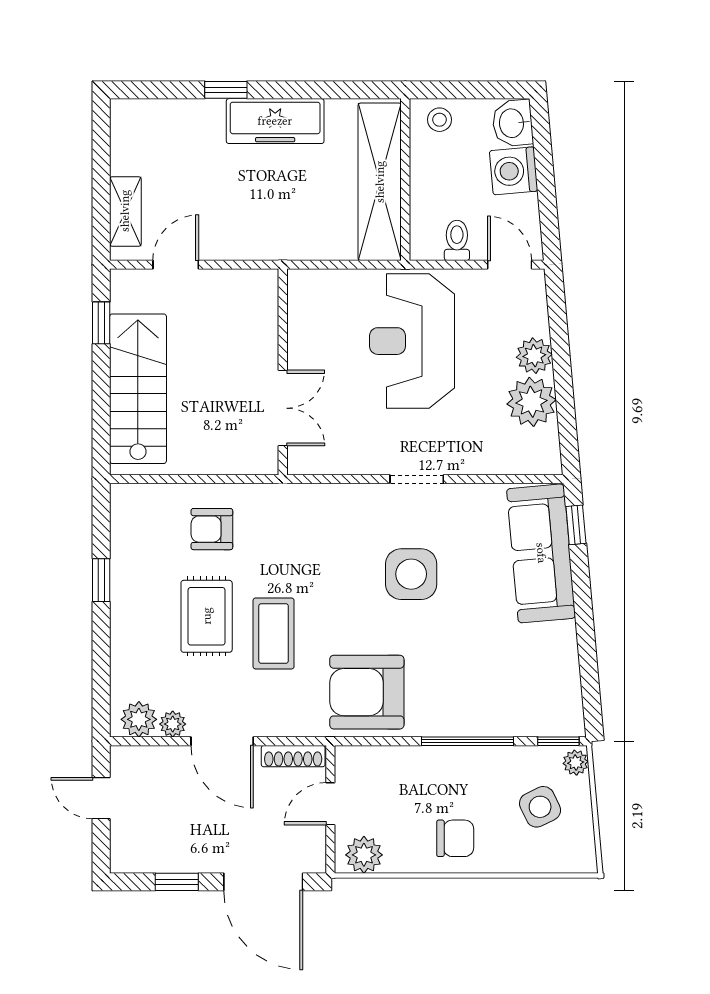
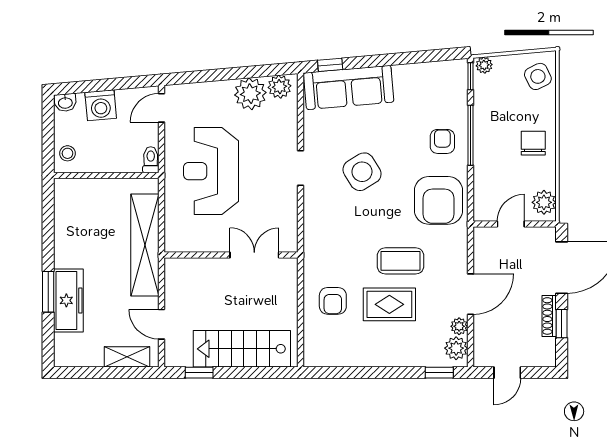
window: (226, 90) -> (48, 292), width x1.50
freezer: (275, 121) -> (68, 300), moved
washbasin: (513, 123) -> (65, 103), width x0.72, depth x0.69
shelving: (380, 182) -> (145, 245), moved, turned 90
toilet: (457, 240) -> (151, 160), moved, turned 90
reception desk: (412, 341) -> (211, 171), turned 90
plant: (534, 356) -> (279, 87), moved
side table: (411, 574) -> (362, 172), turned -32
window: (101, 580) -> (439, 373), moved
armchair: (458, 698) -> (442, 141), added
shoe rack: (293, 756) -> (549, 316), moved, turned 180
door: (330, 804) -> (511, 224), swing flipped
side table: (540, 807) -> (538, 76), moved

